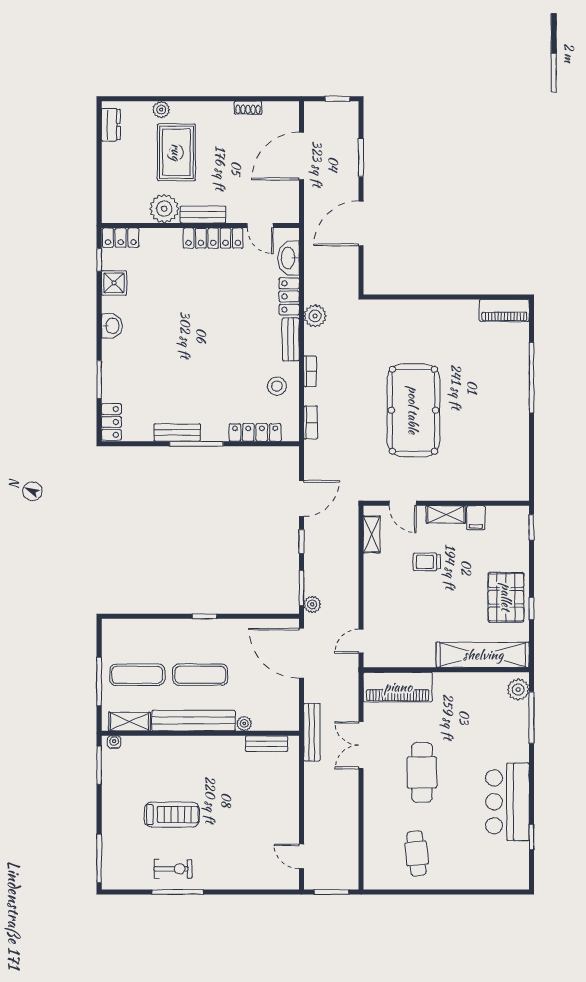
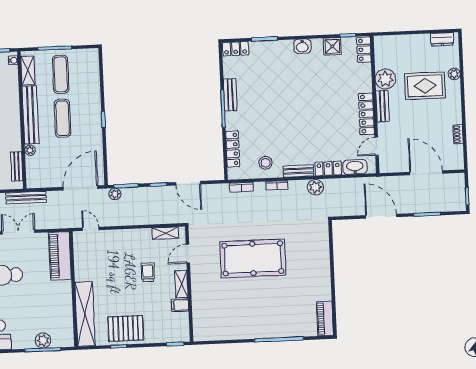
plant: (518, 689) -> (43, 340), moved

